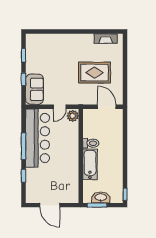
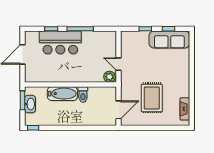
sofa: (34, 89) -> (169, 39), moved, width x1.36
bar counter: (38, 138) -> (60, 42), moved, width x0.73

